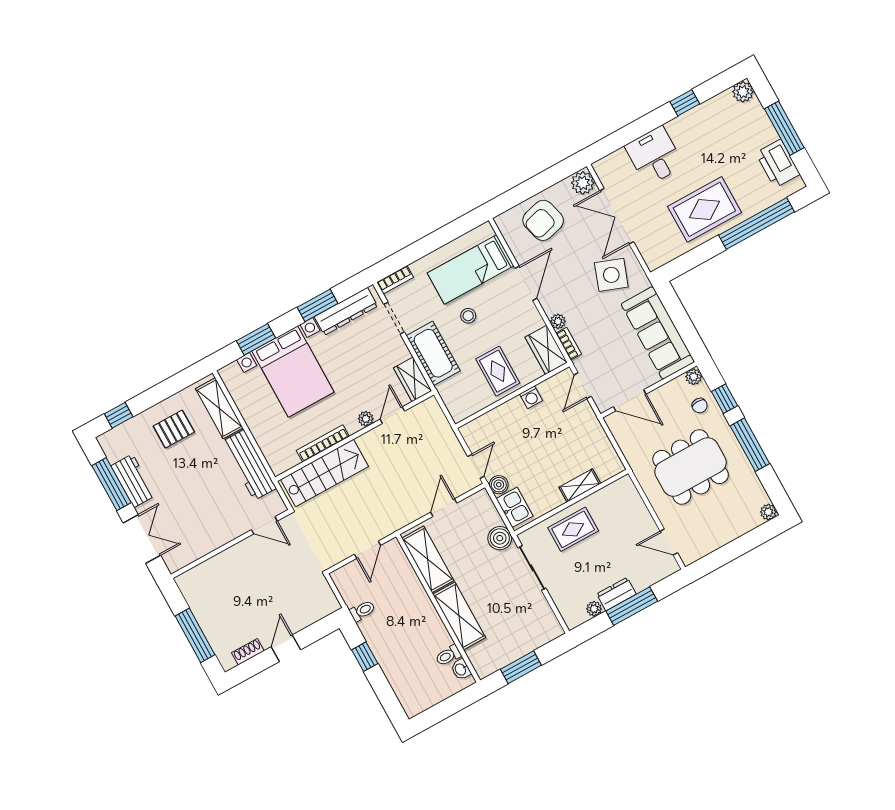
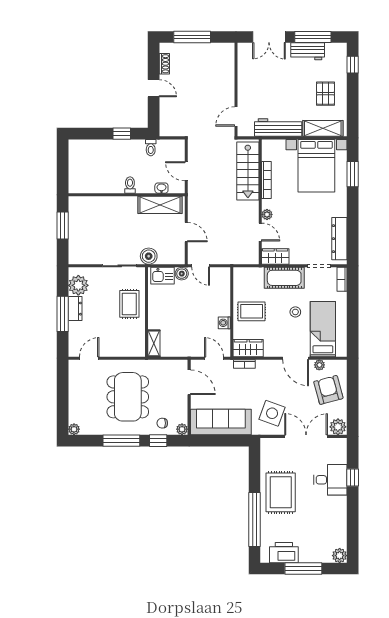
window: (685, 103) -> (353, 477), moved
window: (317, 305) -> (353, 223), removed
plant: (558, 321) -> (319, 365), moved
bed with nightstands: (293, 372) -> (316, 166), moved, turned -90
door: (630, 400) -> (189, 382), swing flipped
shelving: (580, 485) -> (154, 343), moved
plant: (594, 609) -> (78, 285), width x1.88, depth x1.88
shelving: (459, 616) -> (115, 205), removed
toilet: (448, 655) -> (130, 185), moved
washbasin: (461, 669) -> (161, 188), moved

